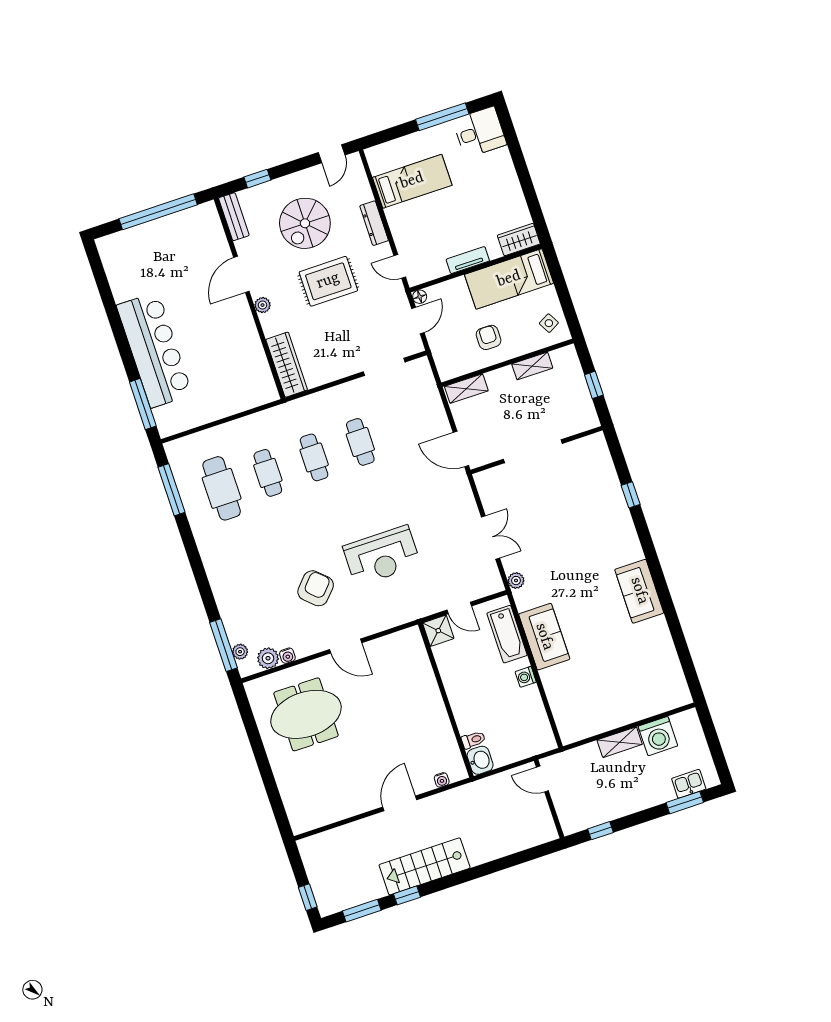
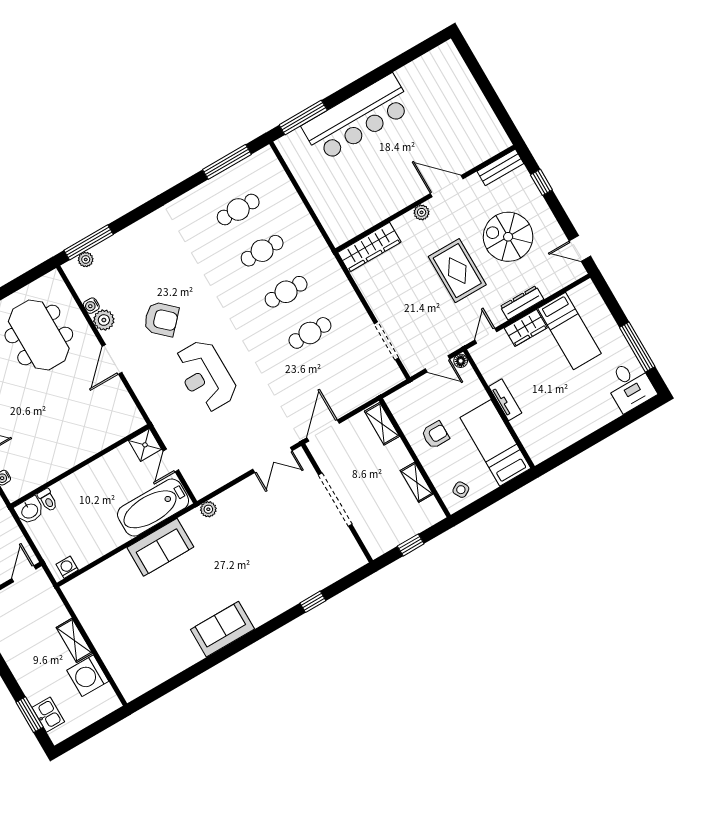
window: (158, 212) -> (490, 94), removed
wardrobe: (519, 240) -> (526, 328), moved, turned 90
cafe table: (222, 488) -> (238, 210), width x0.73, depth x0.74
double door: (490, 537) -> (272, 460), moved
bathtub: (507, 634) -> (153, 508), width x1.36, depth x1.36
plant: (268, 658) -> (104, 320), moved
washing machine: (526, 677) -> (67, 567), moved

